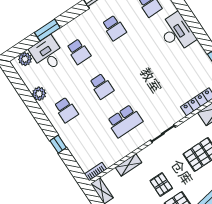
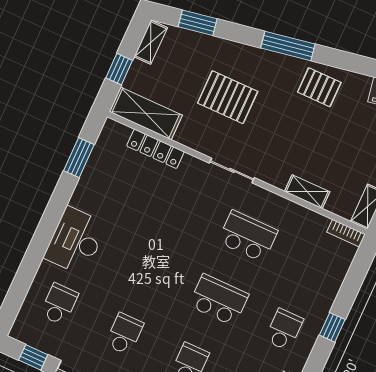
school desk: (102, 86) -> (219, 300), width x1.85
window: (58, 144) -> (332, 327), moved
pallet: (161, 184) -> (306, 128), removed

